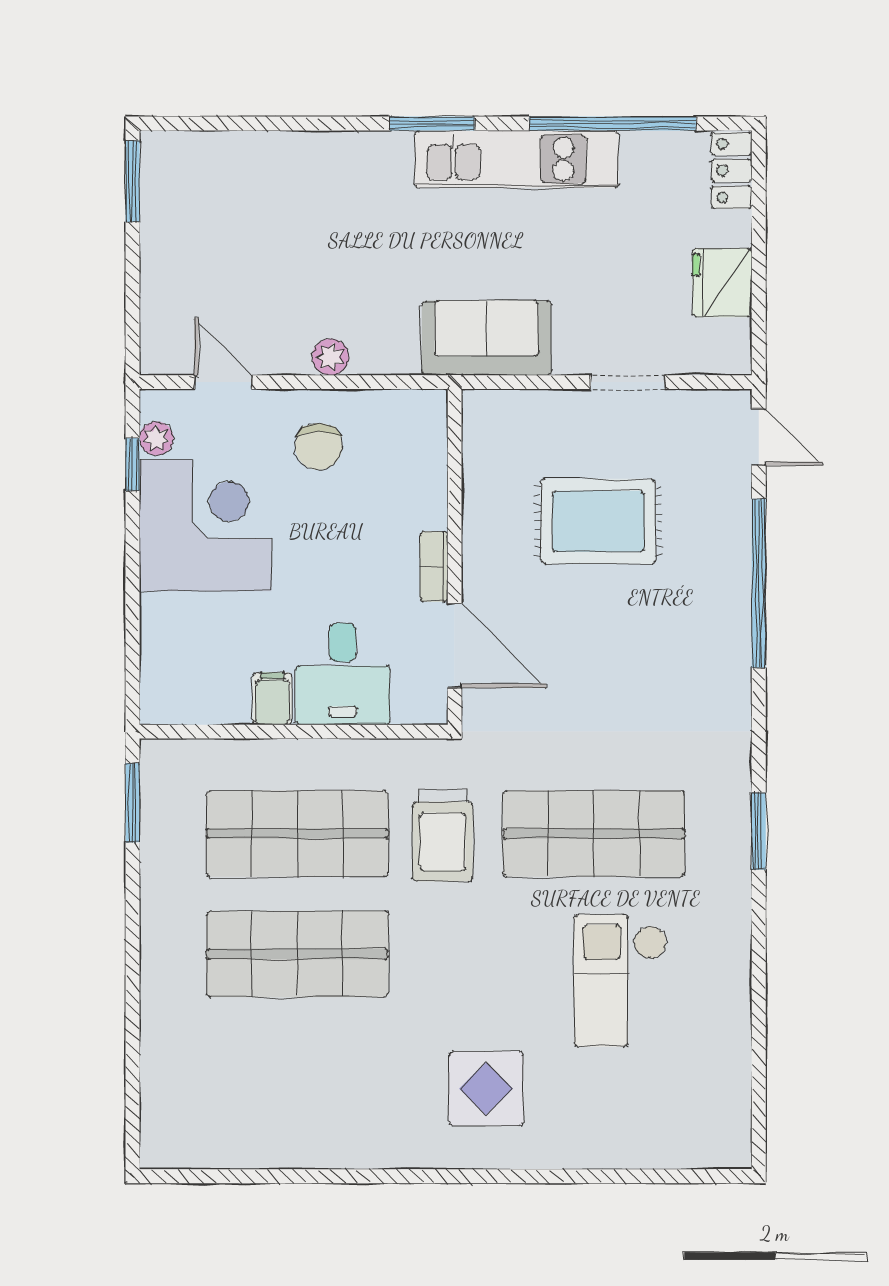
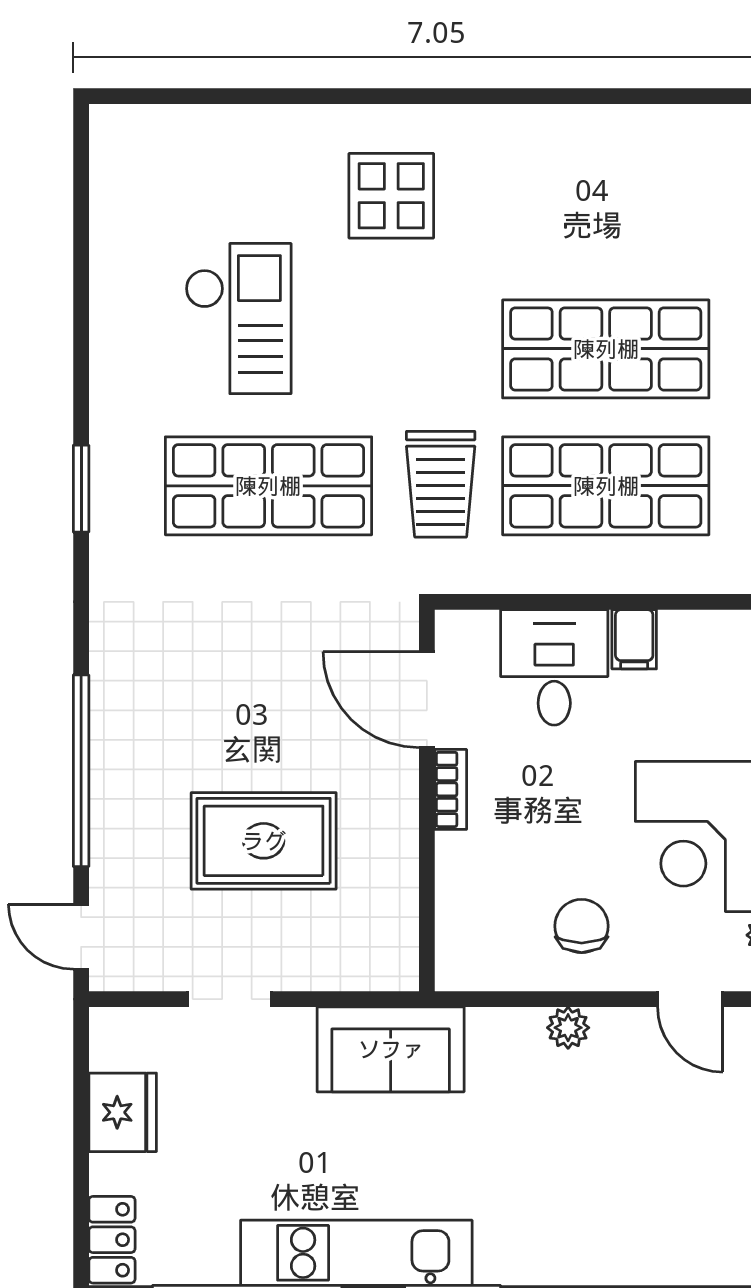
trolley: (443, 835) -> (441, 484), turned 180

